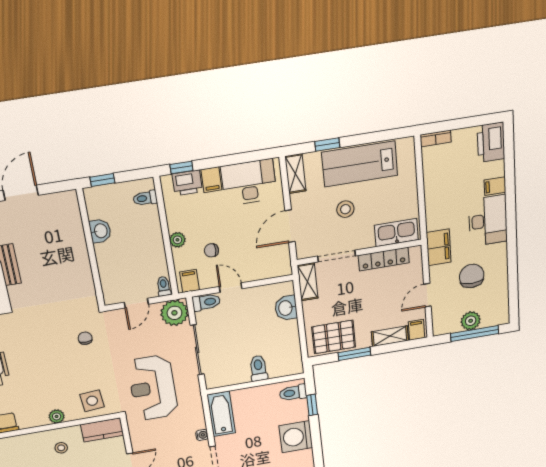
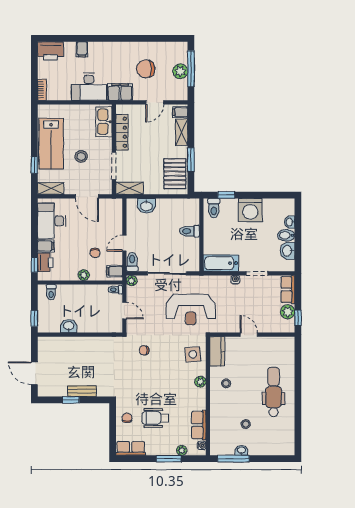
desk: (488, 221) -> (89, 87), moved, turned 180
door: (427, 295) -> (155, 102), hinge flipped
plant: (174, 313) -> (132, 281), width x0.53, depth x0.53

